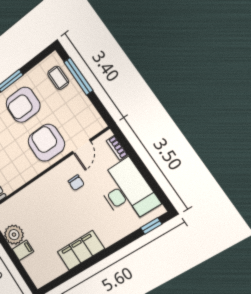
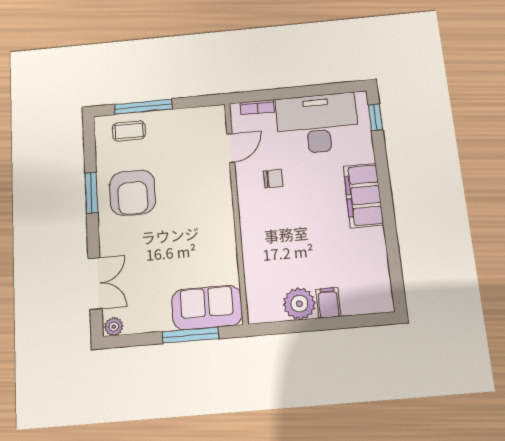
armchair: (46, 143) -> (200, 189), removed
door: (81, 146) -> (231, 148), hinge flipped
filing cabinet: (81, 250) -> (363, 195), moved

